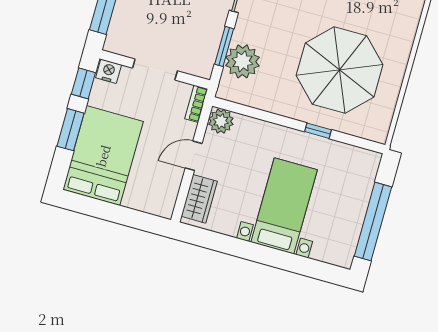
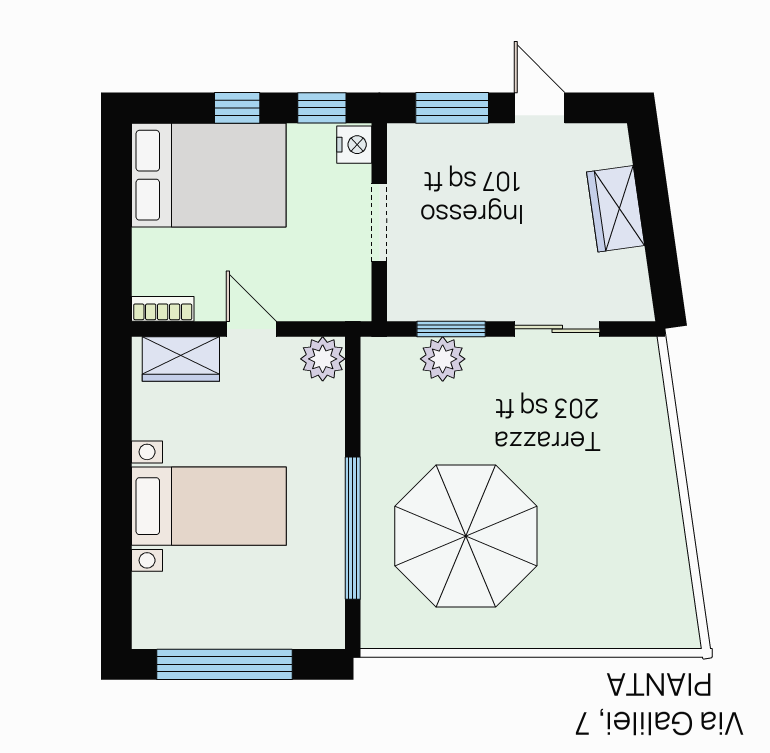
plant: (242, 61) -> (443, 359), width x0.73, depth x0.73
bookcase: (196, 104) -> (163, 309), moved
window: (71, 130) -> (237, 108), width x0.67
window: (318, 131) -> (353, 528), width x3.17

